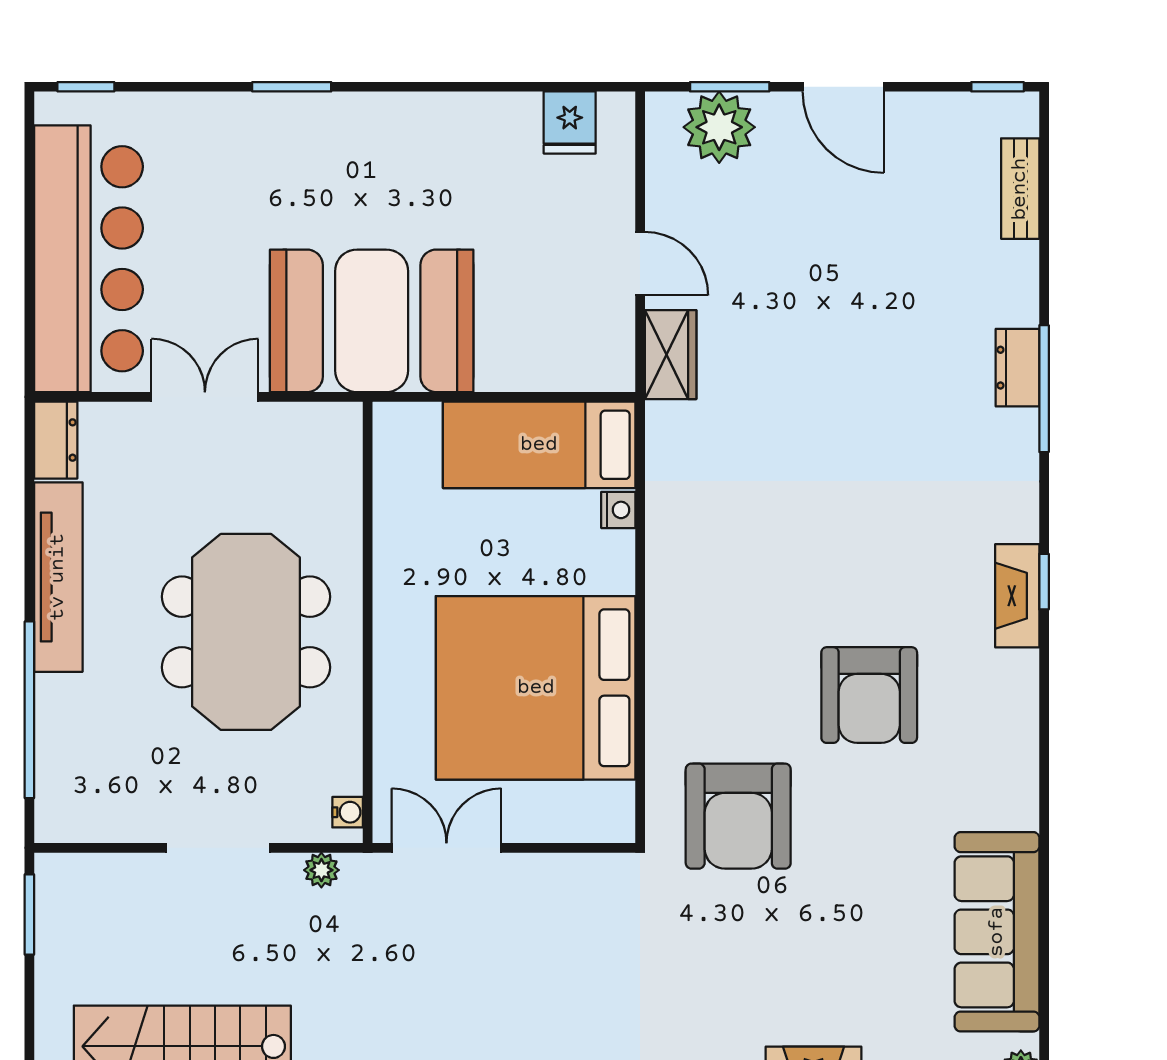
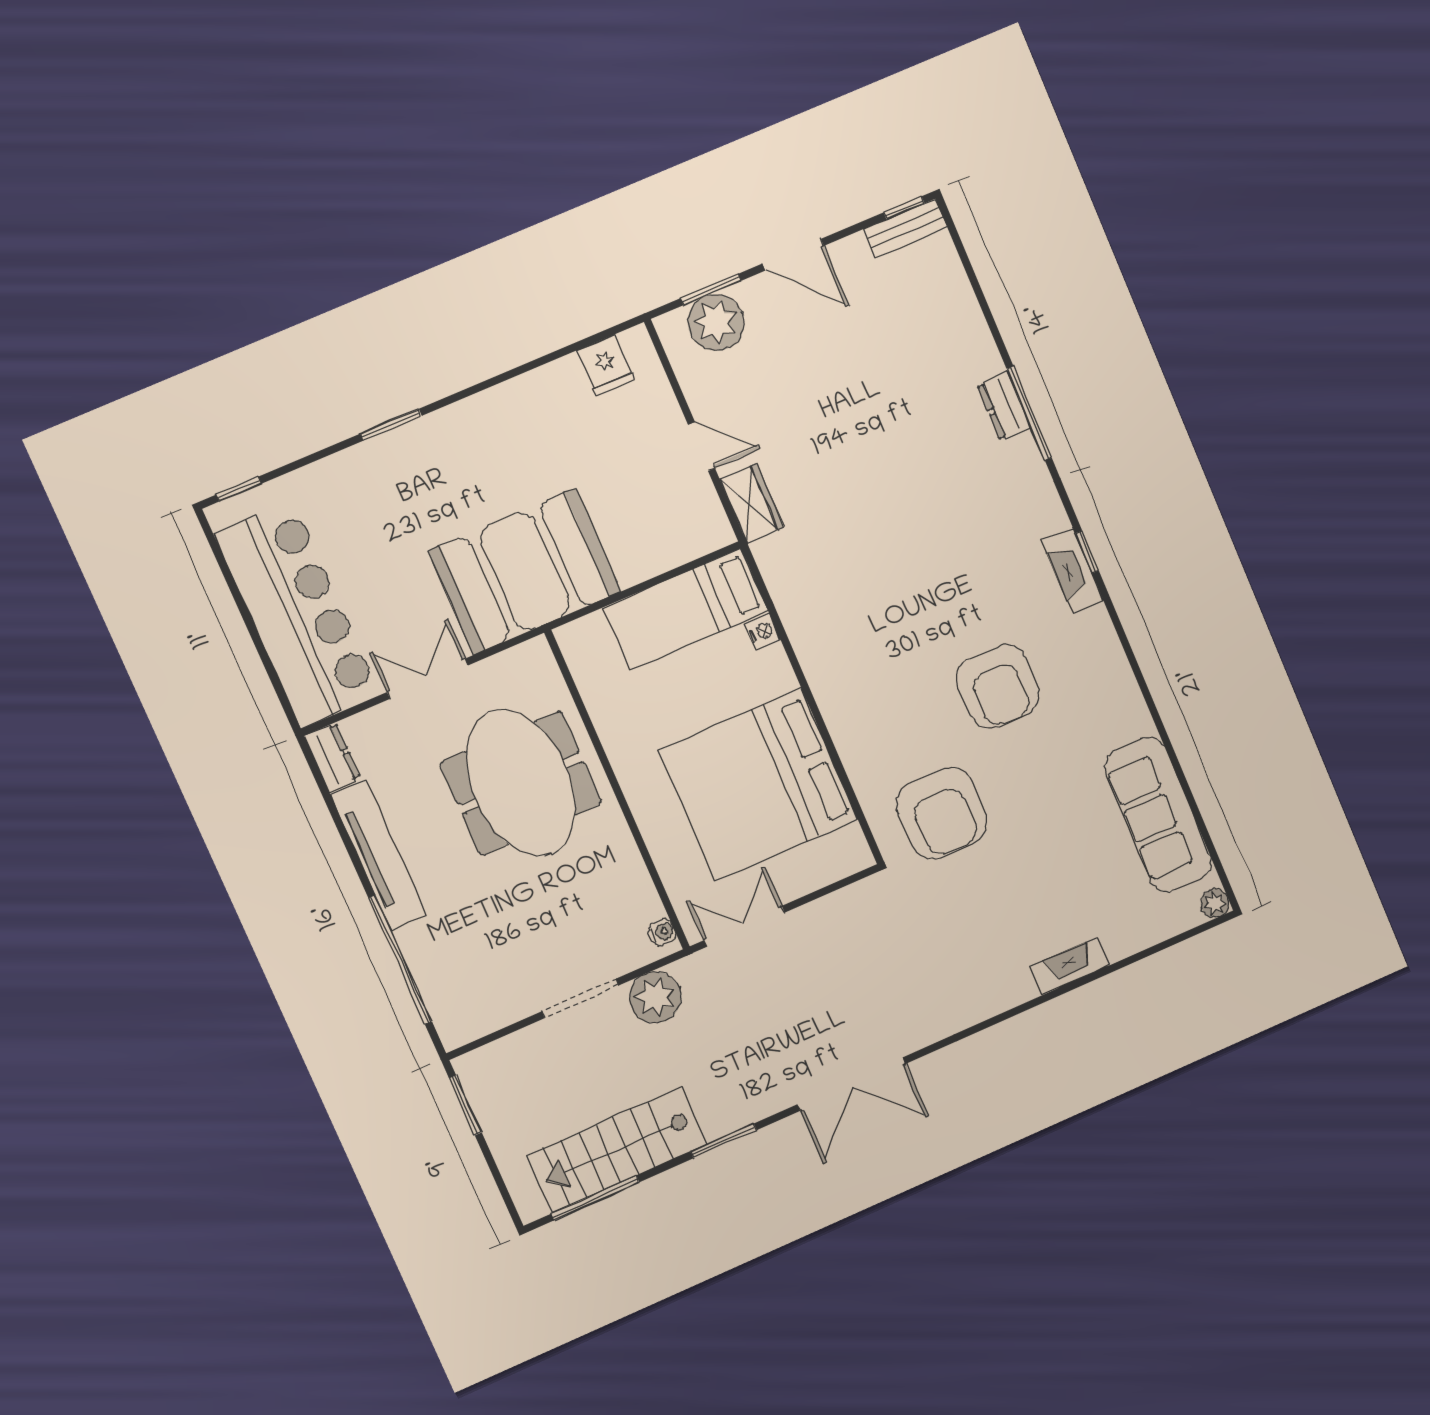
bench: (1020, 189) -> (905, 228), moved, turned 90
meeting table: (246, 632) -> (521, 783), moved
plant: (321, 870) -> (655, 997), width x1.88, depth x1.88

